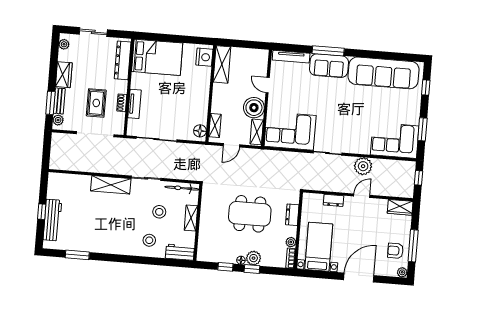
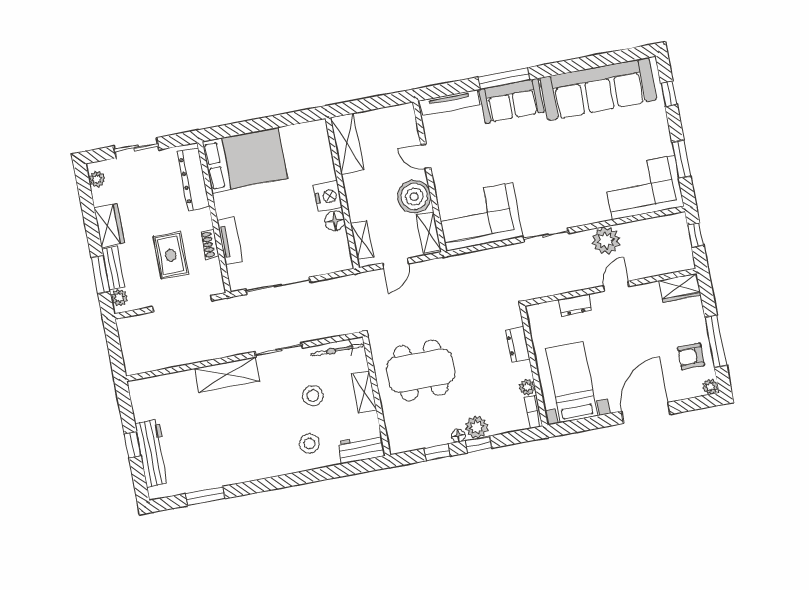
nightstand: (204, 57) -> (328, 196), moved
floor lamp: (200, 131) -> (335, 221), moved
dining table: (250, 214) -> (421, 370), moved

